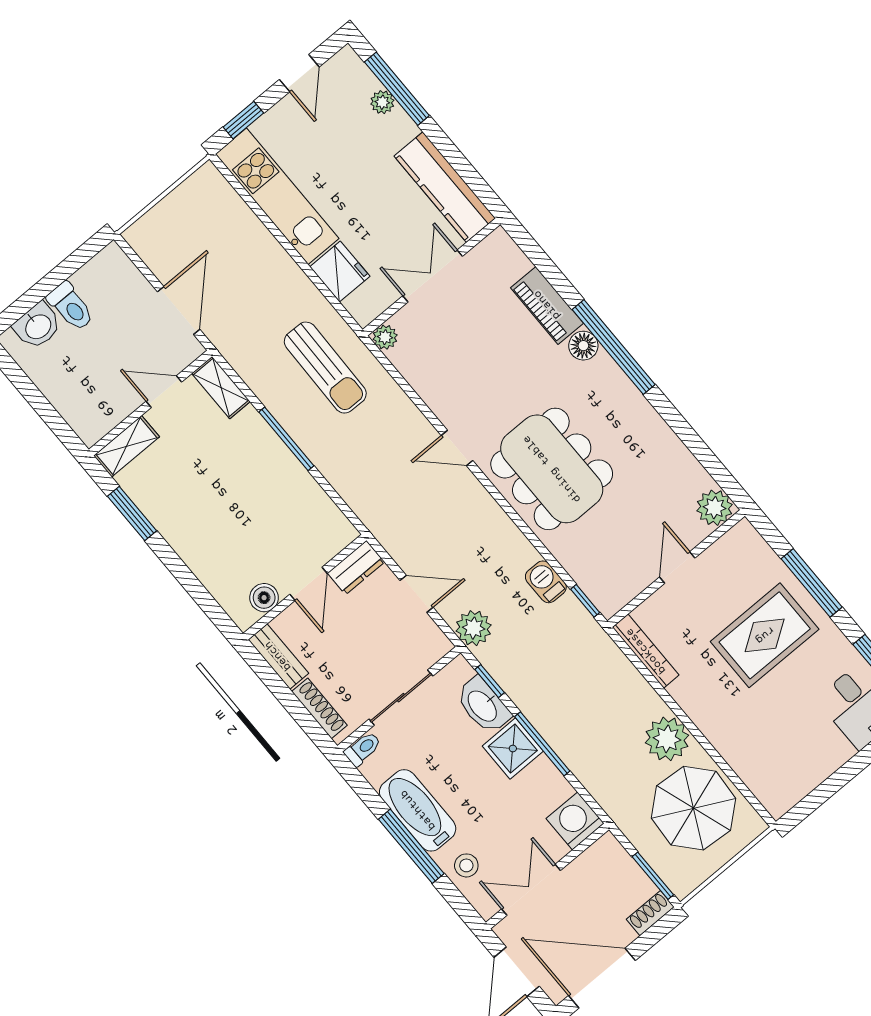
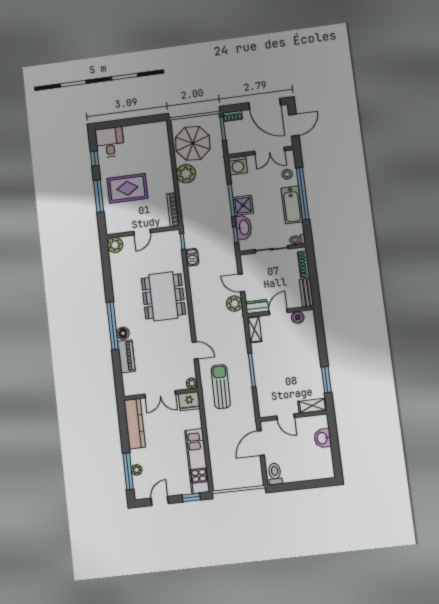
fridge: (340, 272) -> (189, 401), moved, turned -90
toilet: (71, 306) -> (275, 474), moved
washbasin: (38, 326) -> (323, 438), moved, turned -90
shelving: (221, 388) -> (254, 329), moved
door: (457, 448) -> (195, 350), moved
plant: (474, 628) -> (234, 304), moved
window: (411, 846) -> (303, 194), width x1.46

